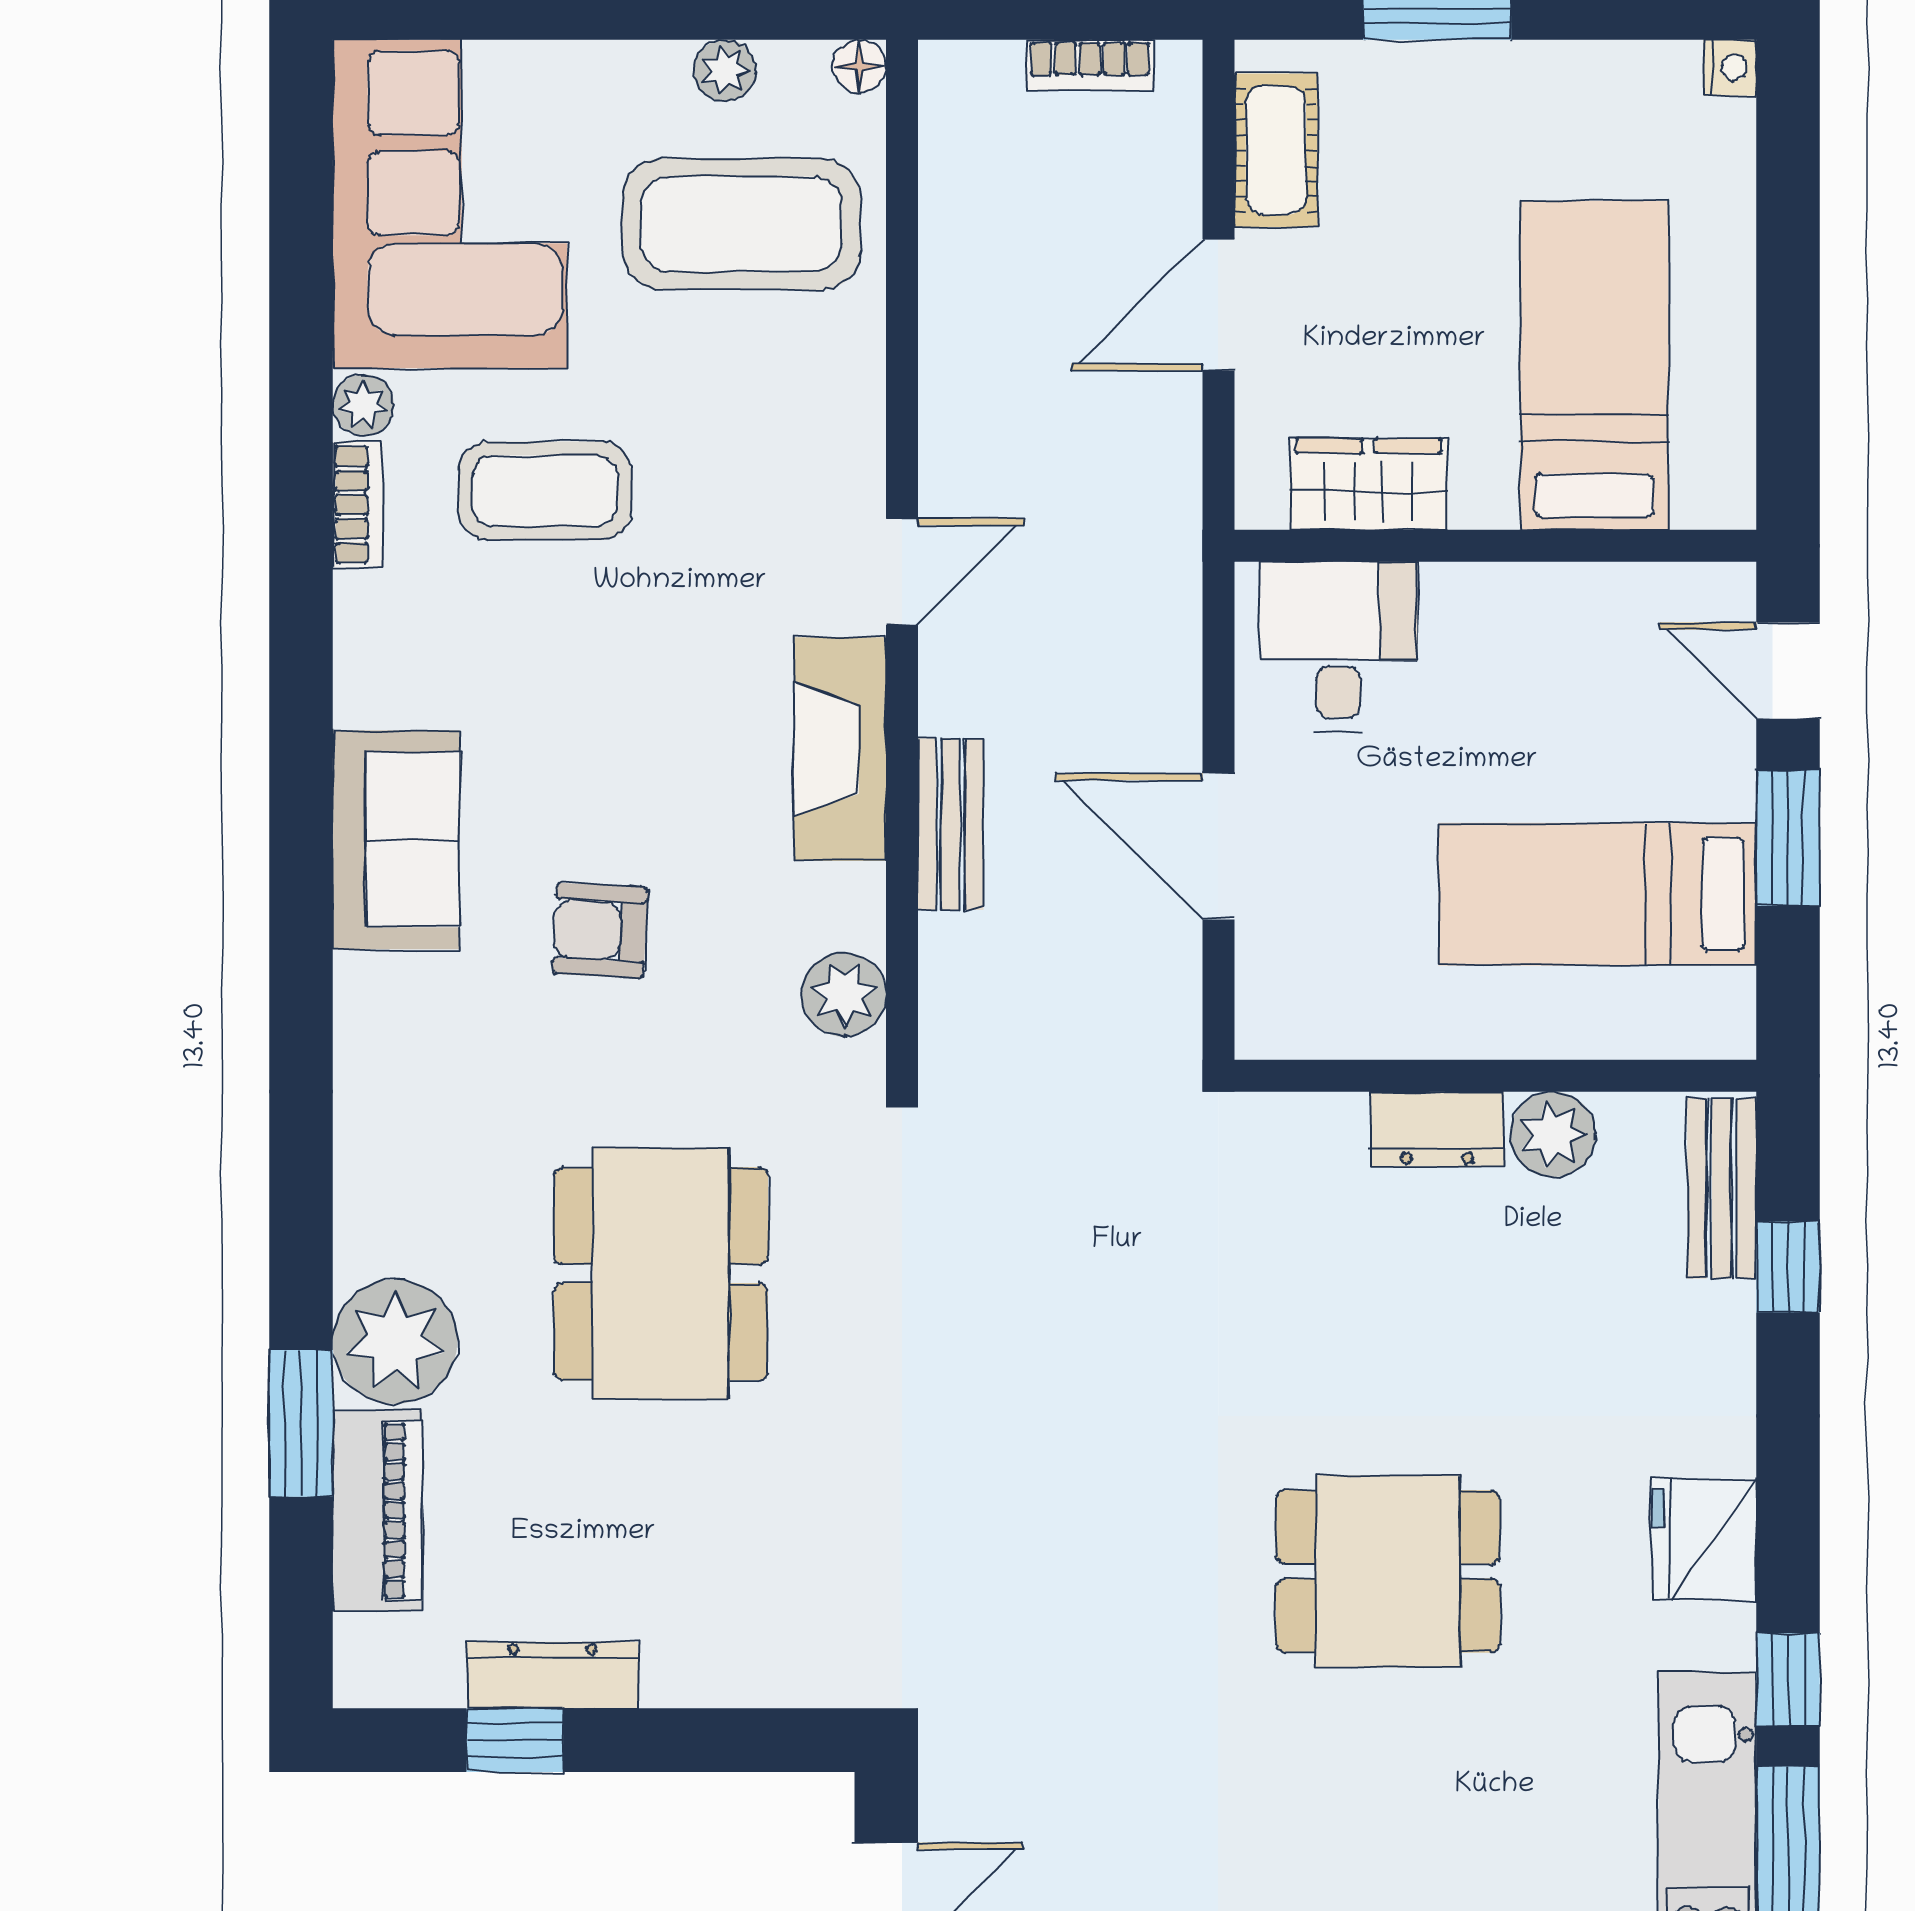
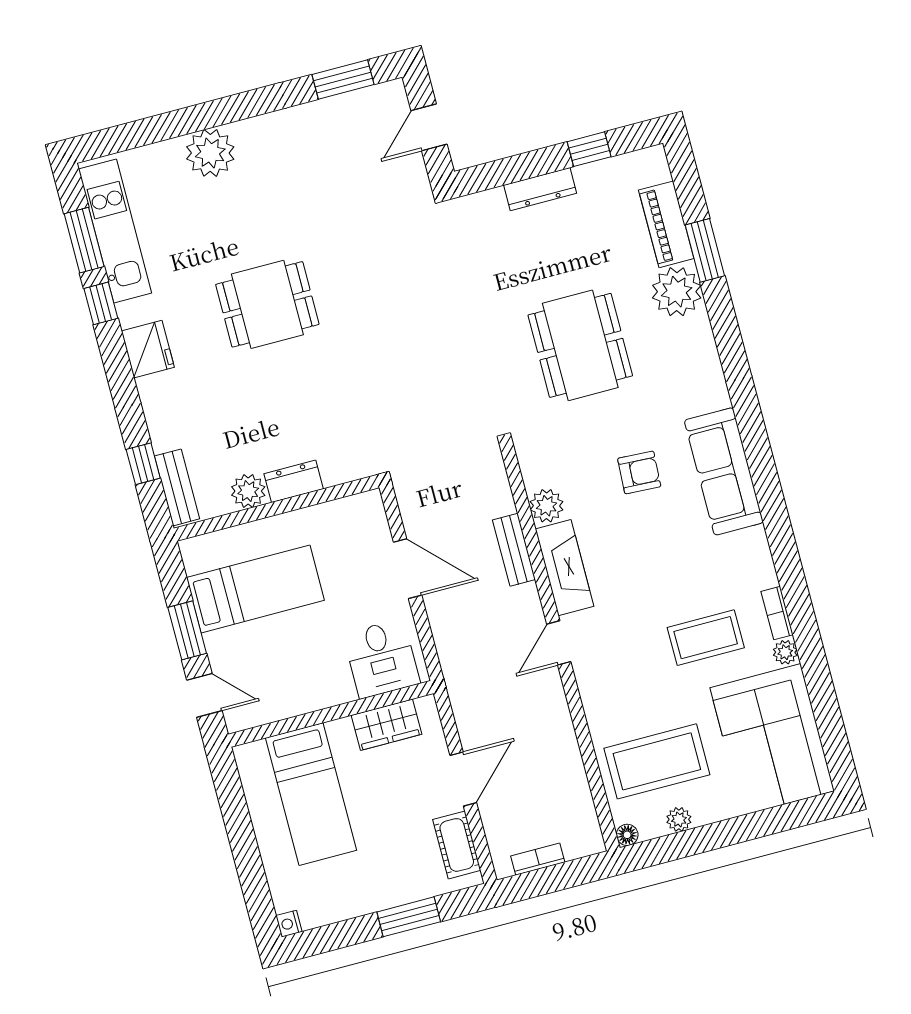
sofa: (396, 840) -> (724, 471), width x1.36
plant: (844, 995) -> (547, 506), moved
dresser: (552, 1675) -> (540, 189), moved

